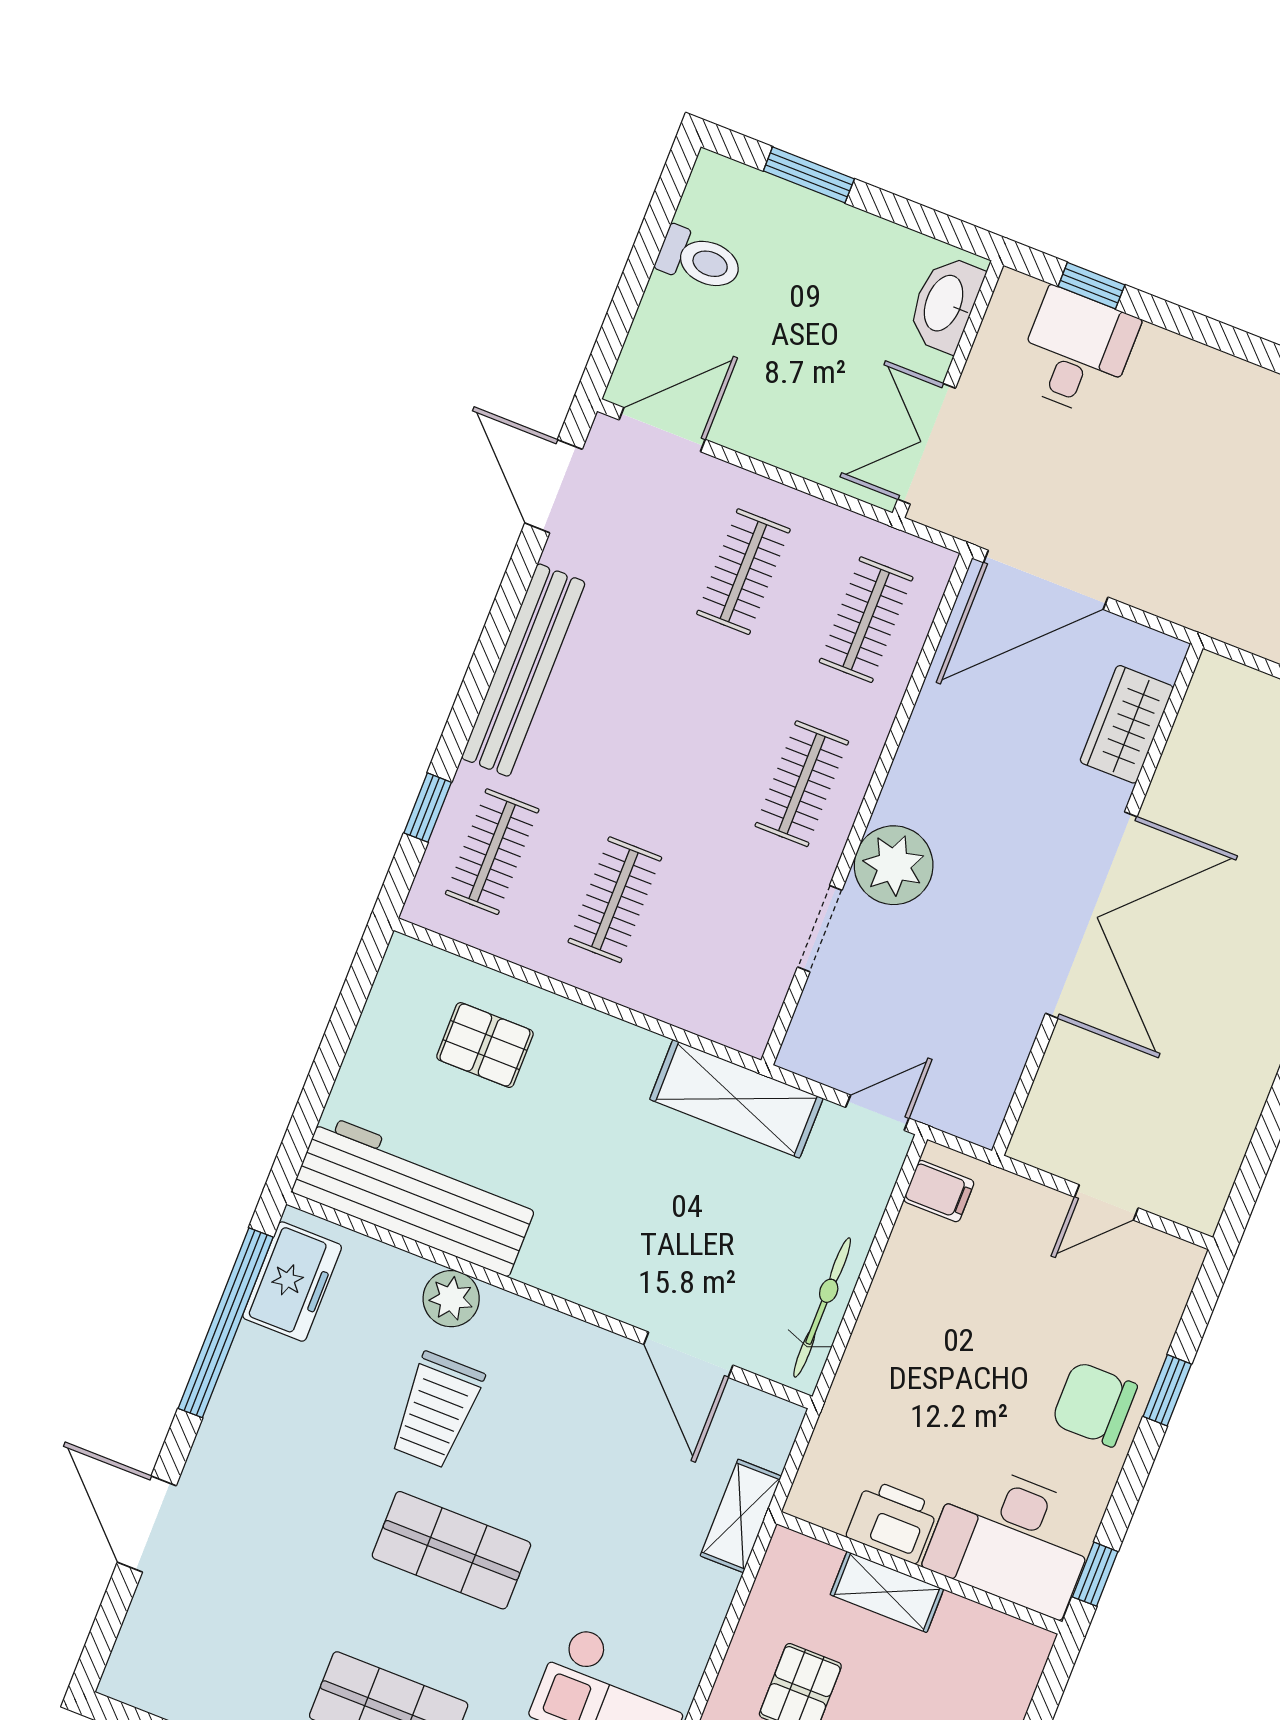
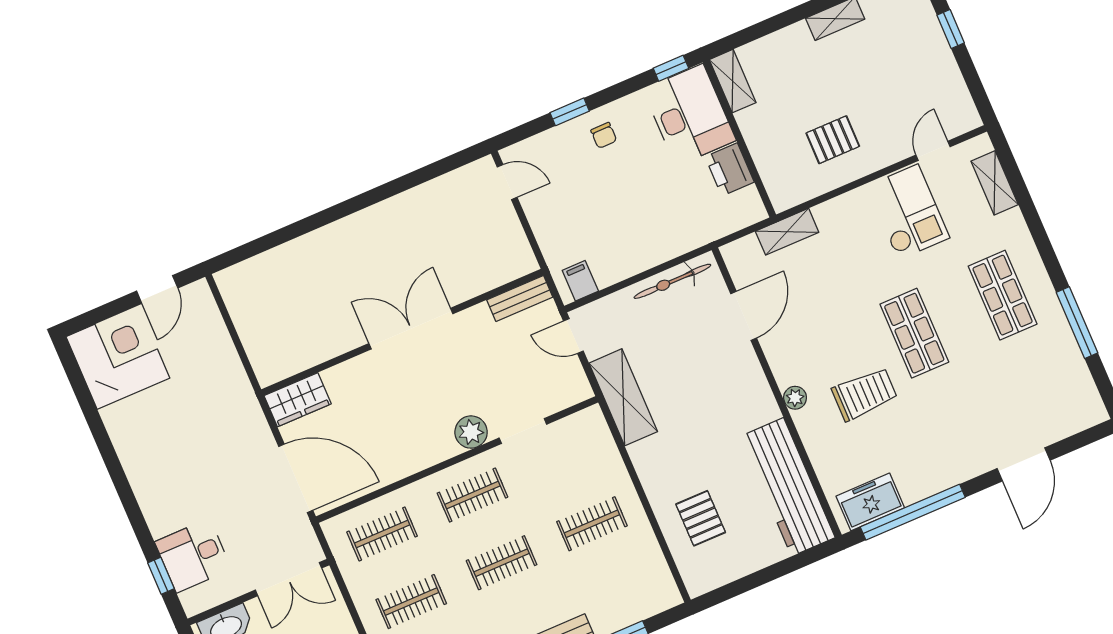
wardrobe: (1127, 724) -> (298, 400), moved
clothes rail: (492, 852) -> (502, 563), moved
plant: (894, 865) -> (471, 432), width x0.73, depth x0.73
double door: (1091, 915) -> (411, 329), width x0.73
bench: (993, 1092) -> (520, 298), added
door: (1106, 1202) -> (507, 182), moved
plant: (451, 1299) -> (795, 398), moved, width x0.73, depth x0.73
chair: (1094, 1404) -> (604, 135), width x0.54, depth x0.54
shelving: (887, 1592) -> (733, 81), moved

